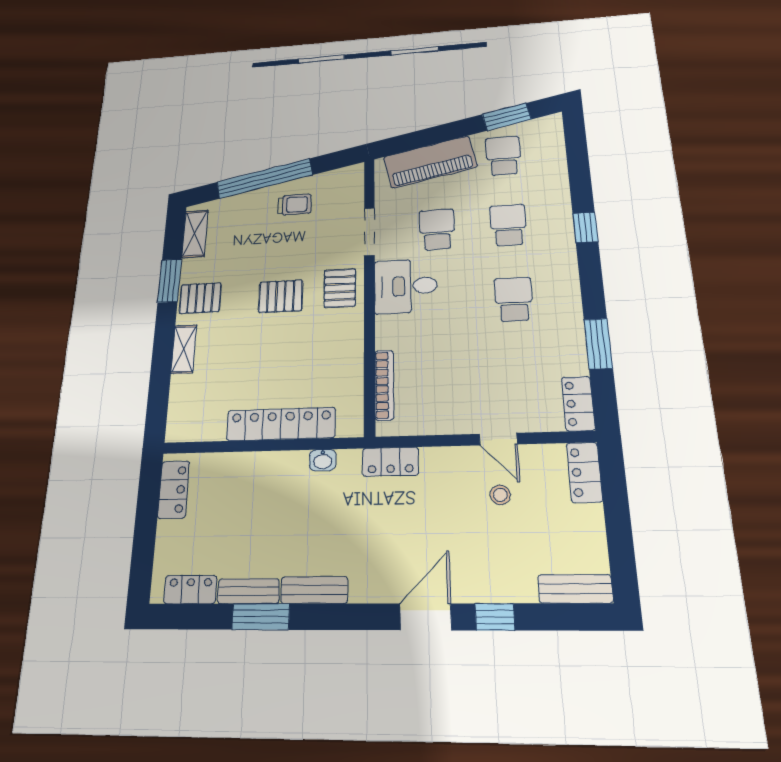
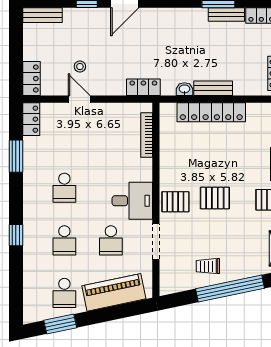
pallet: (340, 288) -> (175, 202), turned 90
bench: (314, 590) -> (213, 88), moved

